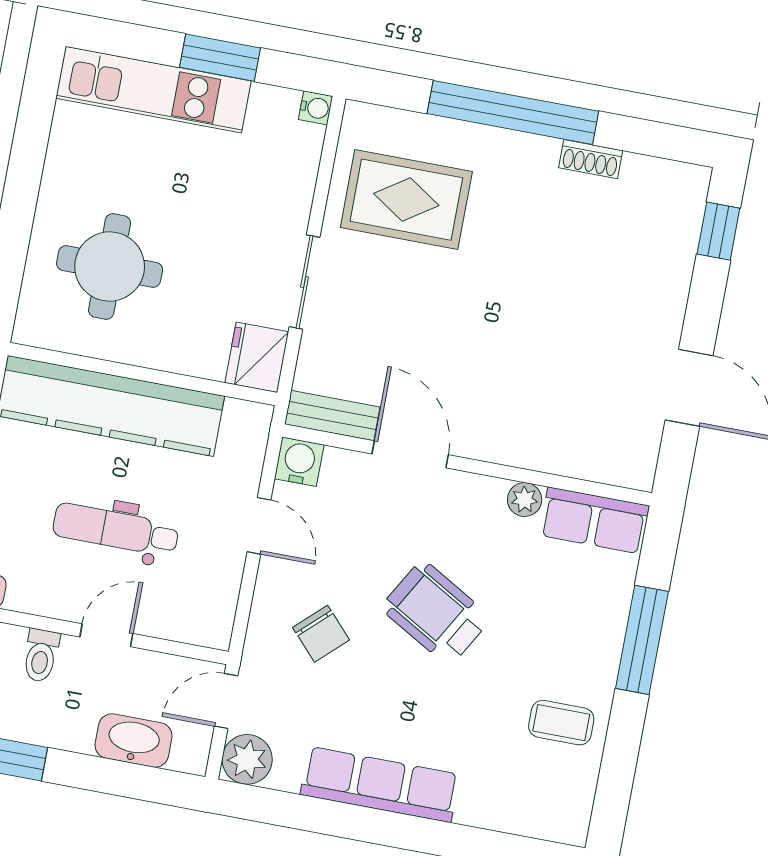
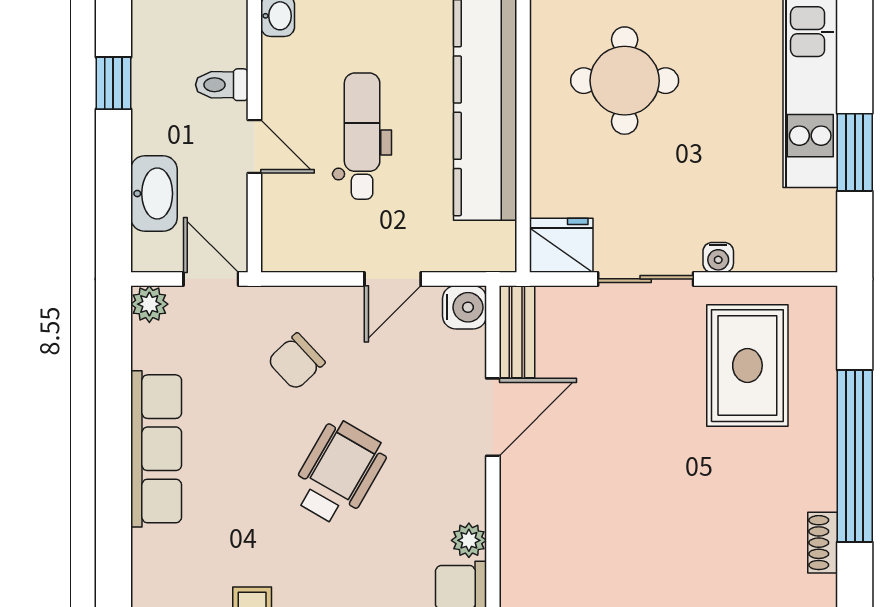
water cooler: (316, 108) -> (718, 257), moved
plant: (247, 759) -> (149, 304), width x0.73, depth x0.73

